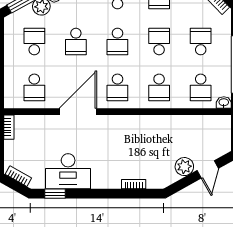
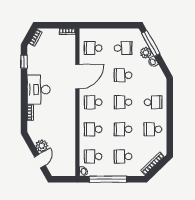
school desk: (159, 41) -> (123, 129), turned 180
school desk: (201, 41) -> (123, 156), turned 180
door: (78, 112) -> (77, 77), hinge flipped
door: (208, 169) -> (40, 161), swing flipped
desk: (68, 171) -> (39, 90), moved

